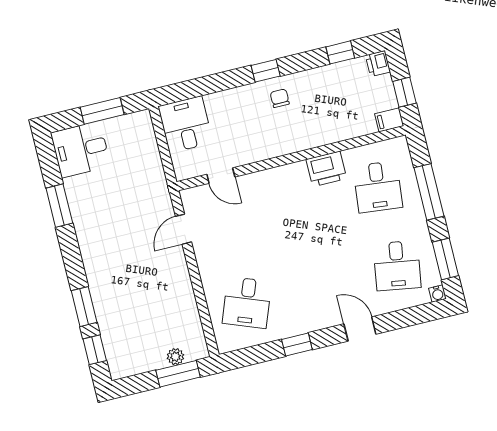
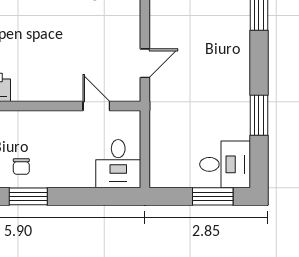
window: (266, 71) -> (28, 196), width x1.50
window: (102, 111) -> (213, 196), moved

